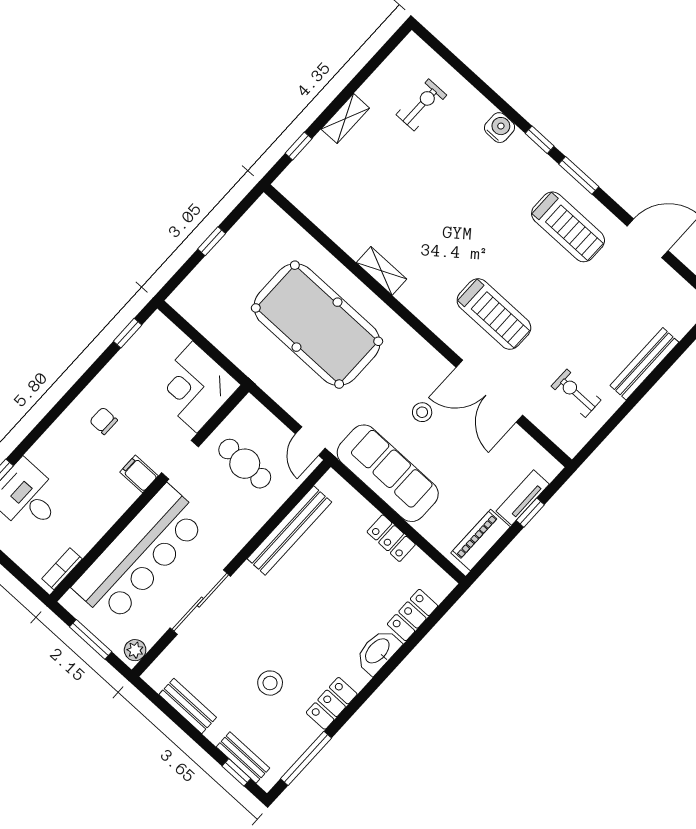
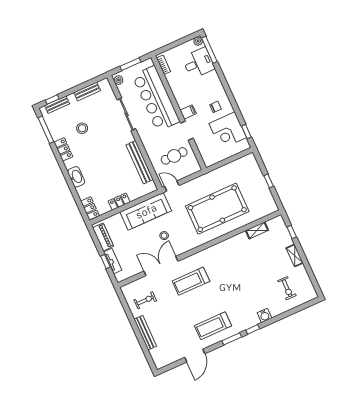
shelving: (382, 271) -> (257, 230), moved
corner desk: (195, 387) -> (228, 131), moved, turned 180
locker: (412, 615) -> (90, 208), moved

